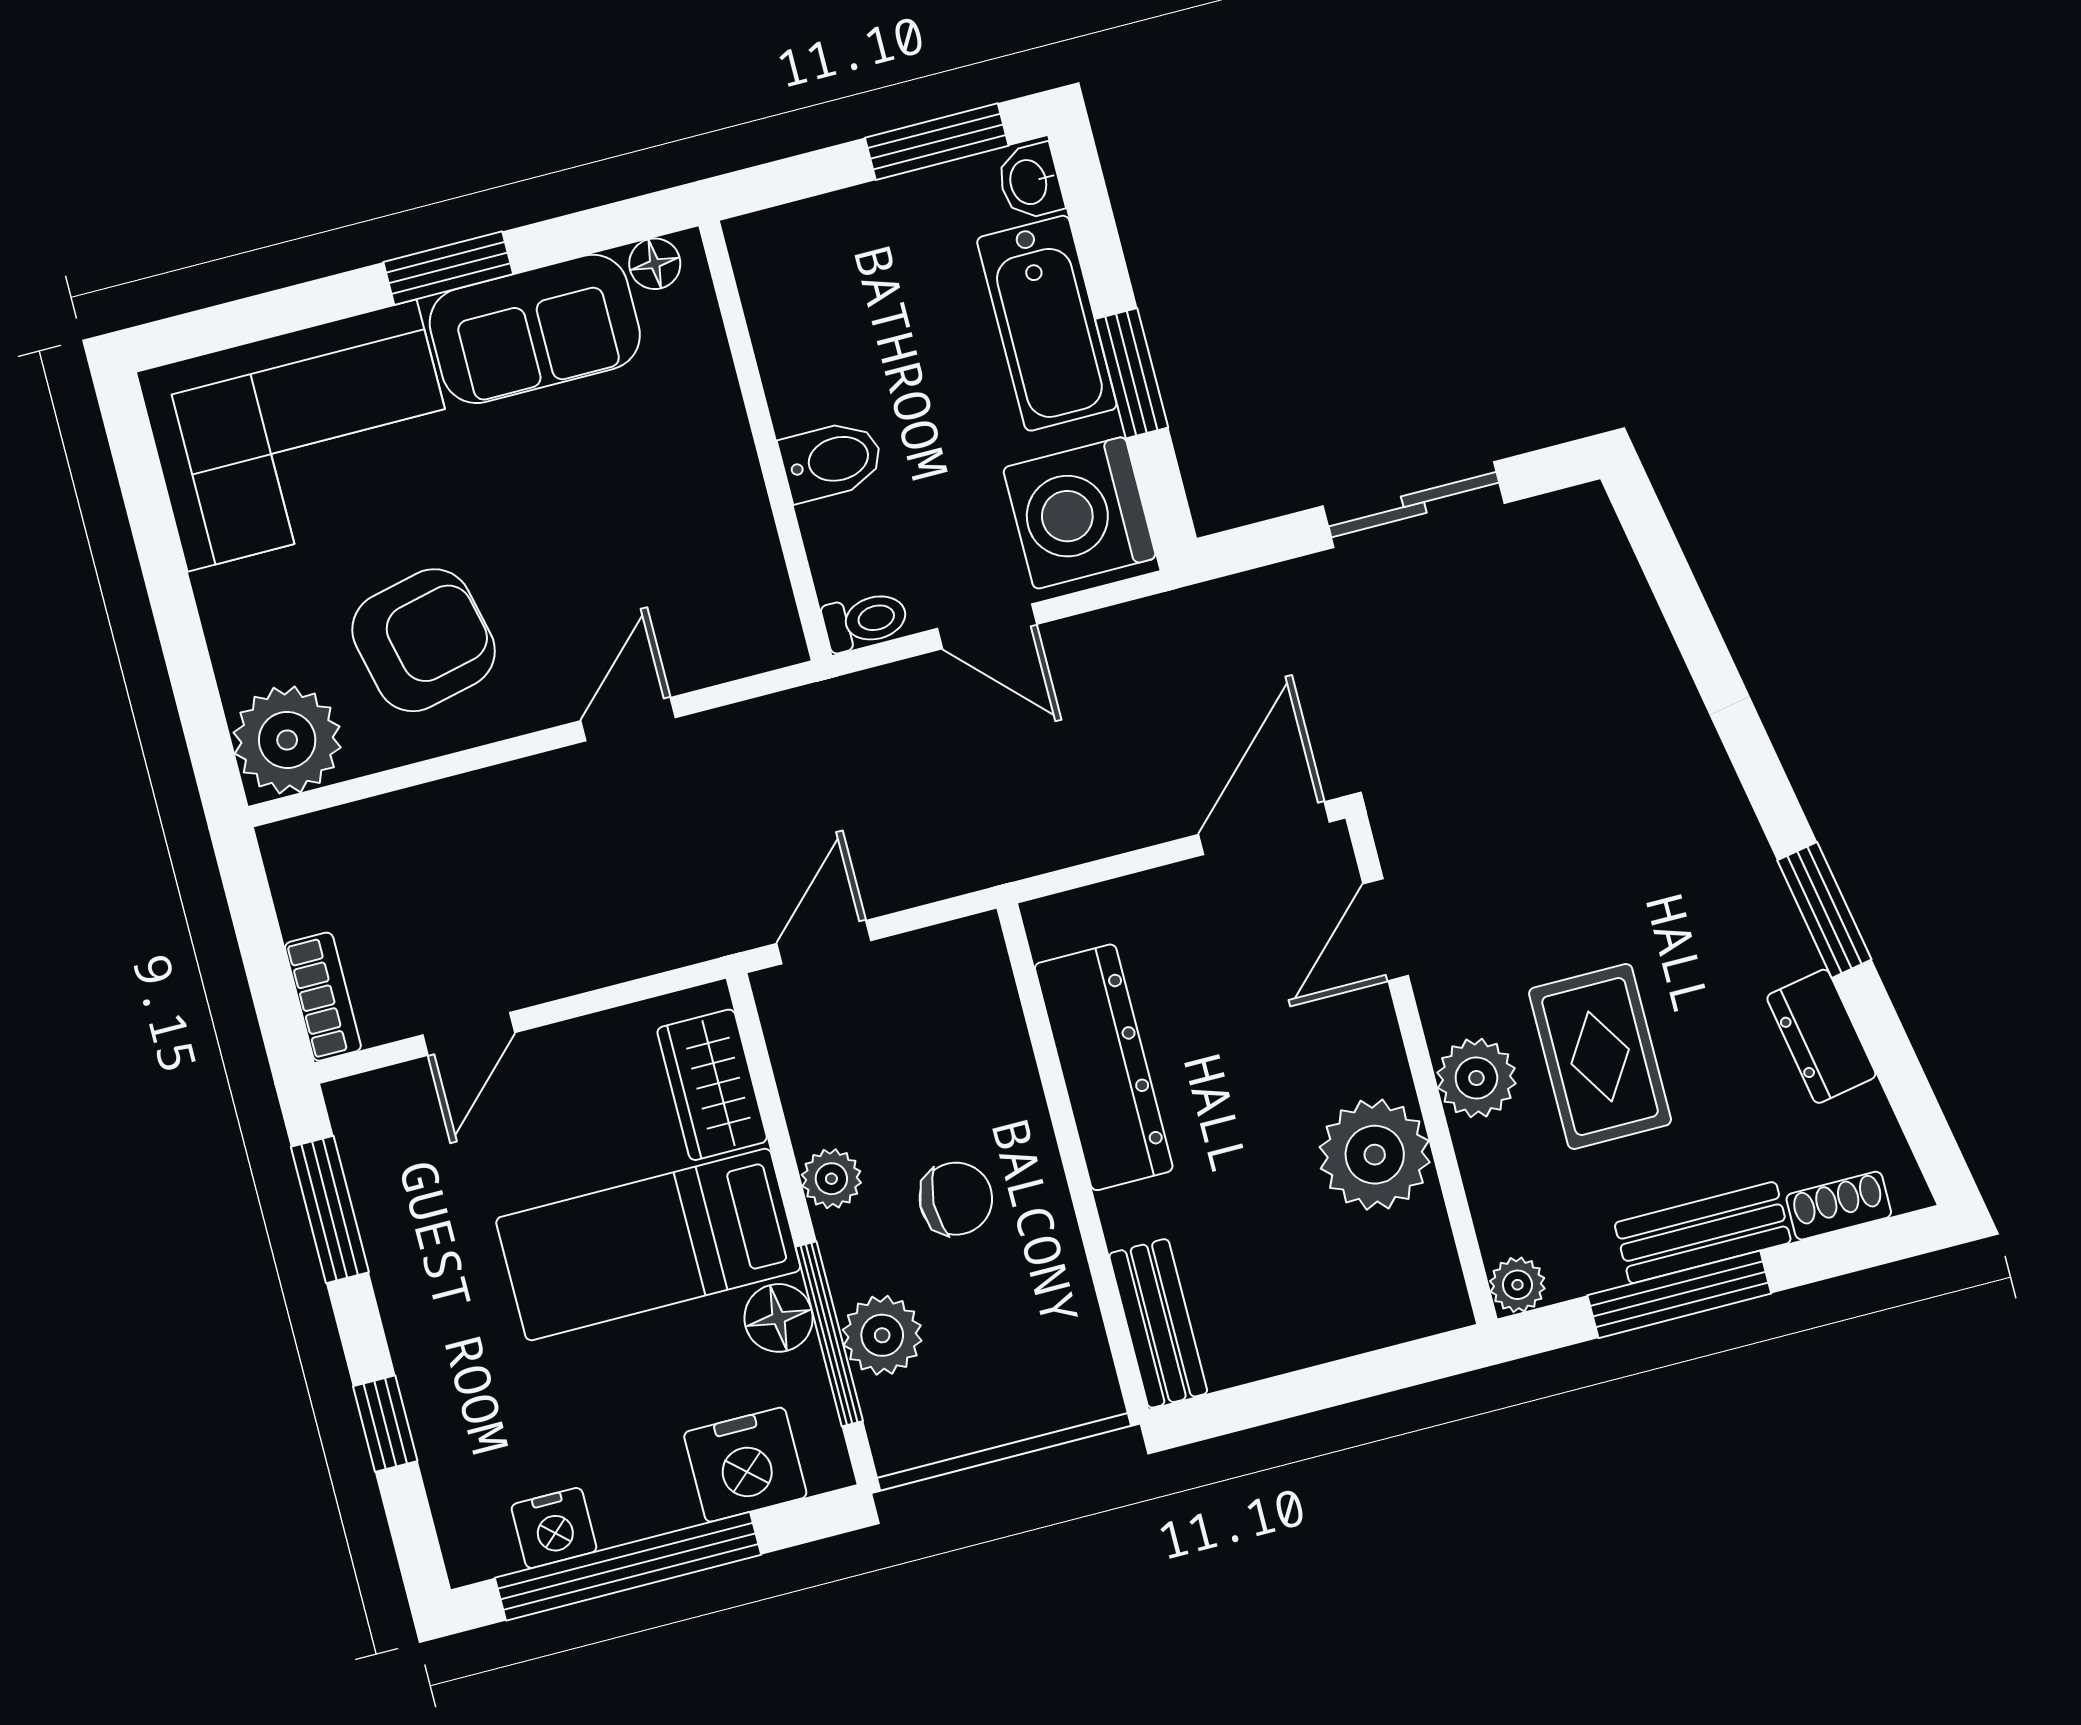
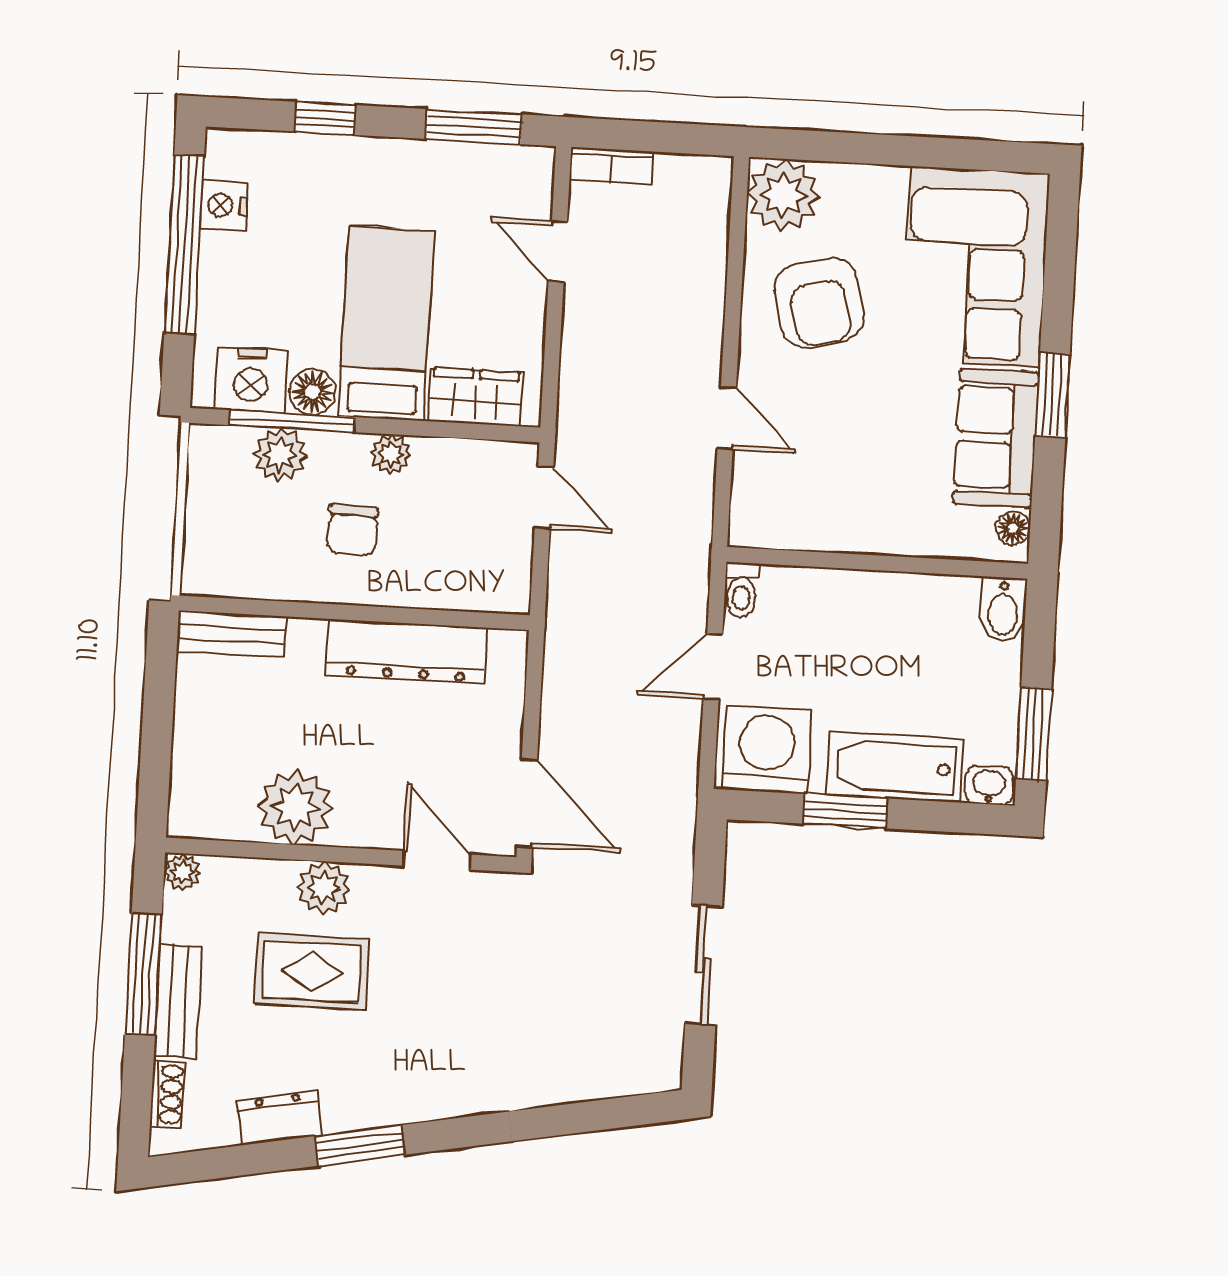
bidet: (832, 461) -> (1003, 610), moved
nightstand: (745, 1465) -> (251, 380), moved, turned -90

